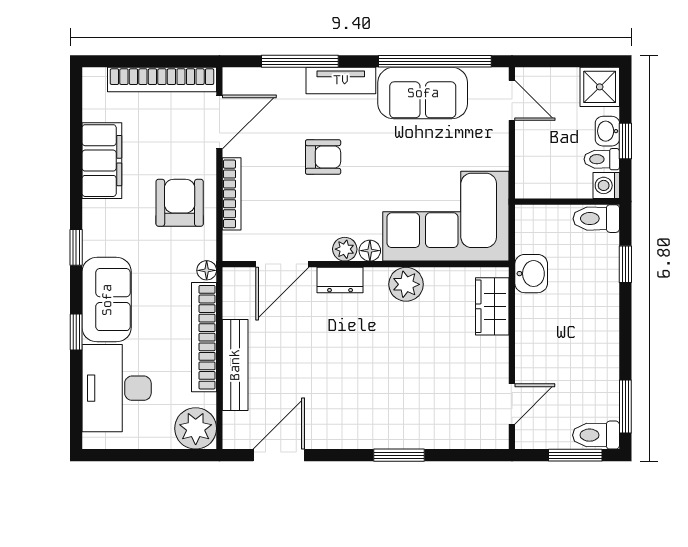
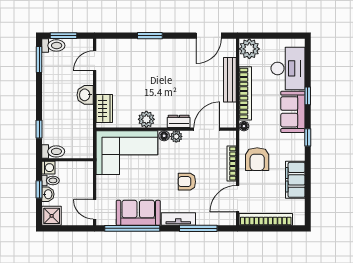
washbasin: (531, 274) -> (85, 95), moved

